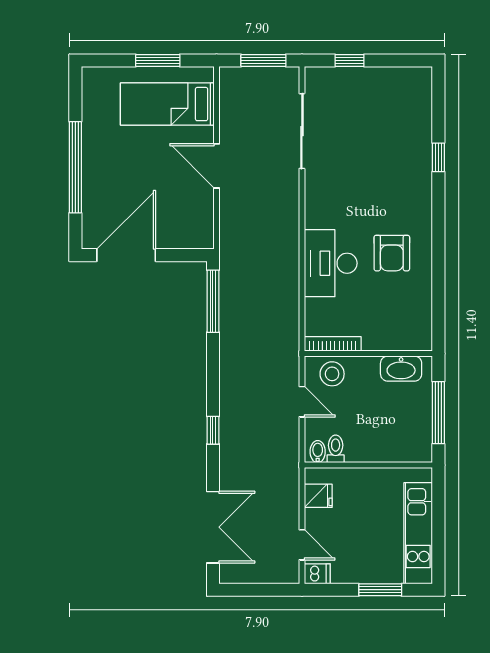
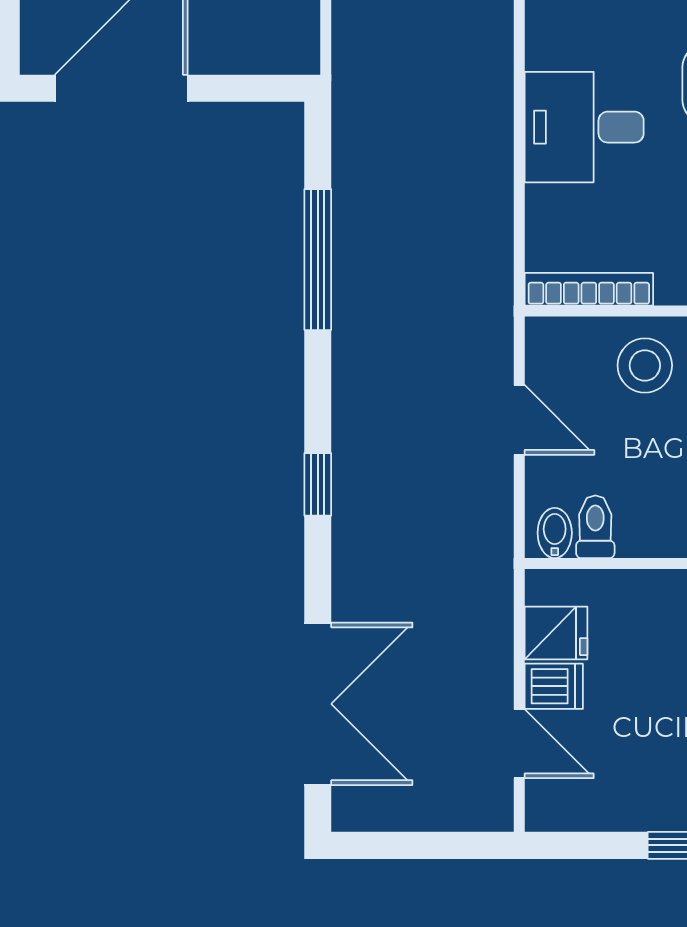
desk: (331, 263) -> (584, 127), width x0.73
window: (213, 301) -> (318, 260), moved
stool: (332, 374) -> (645, 365), moved
dishwasher: (317, 574) -> (554, 686), moved

